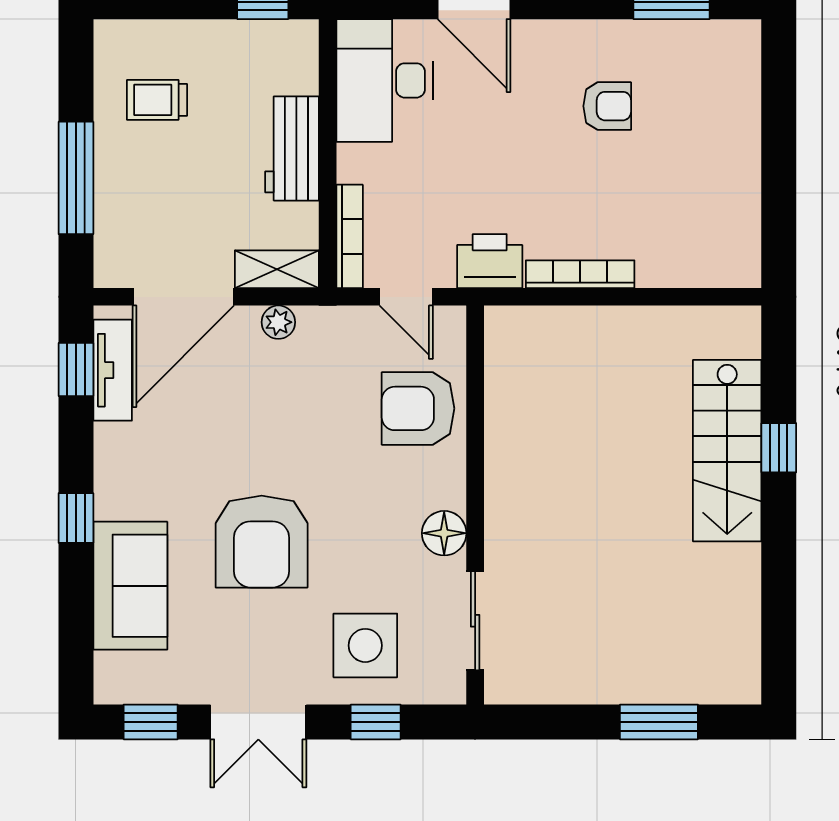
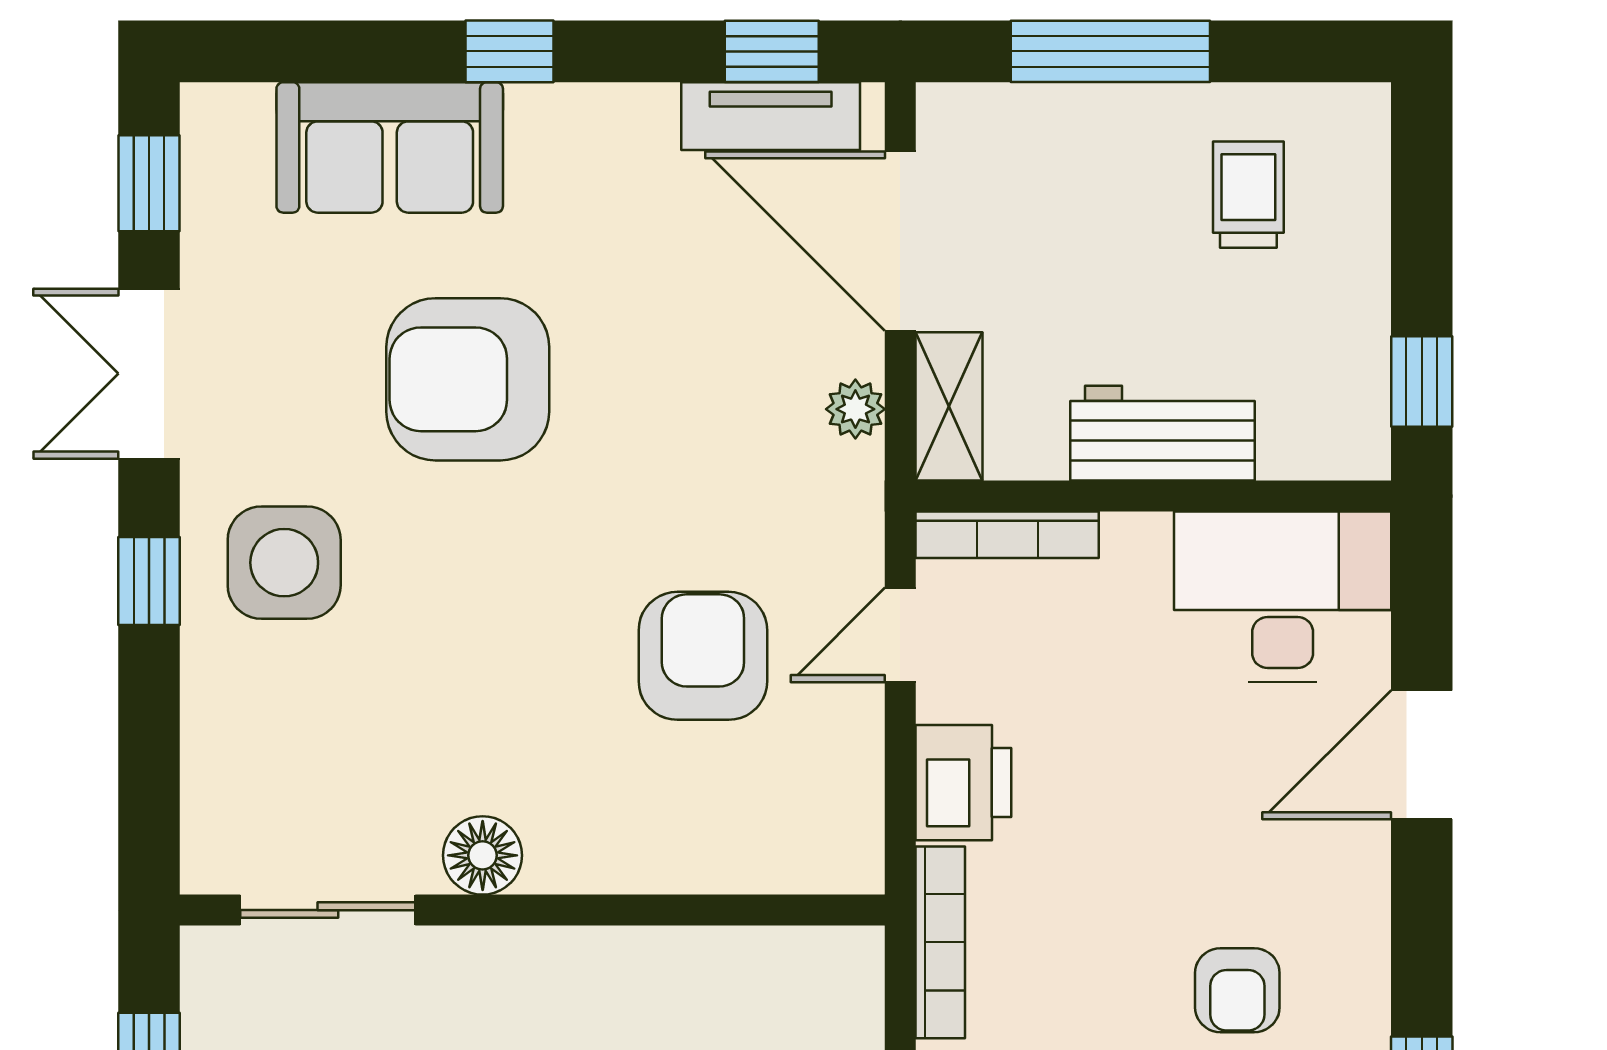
wall: (475, 505) -> (532, 910), moved
floor lamp: (444, 533) -> (483, 855), moved
sliding door: (475, 621) -> (328, 910), moved

